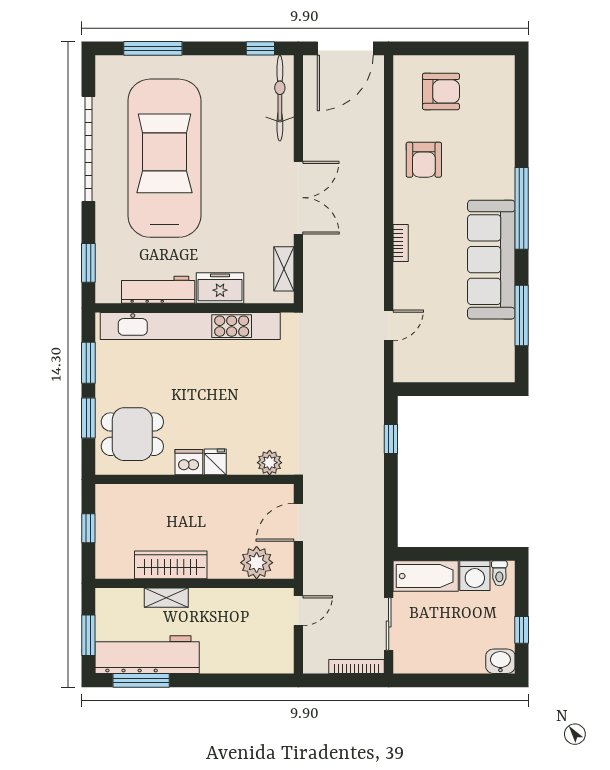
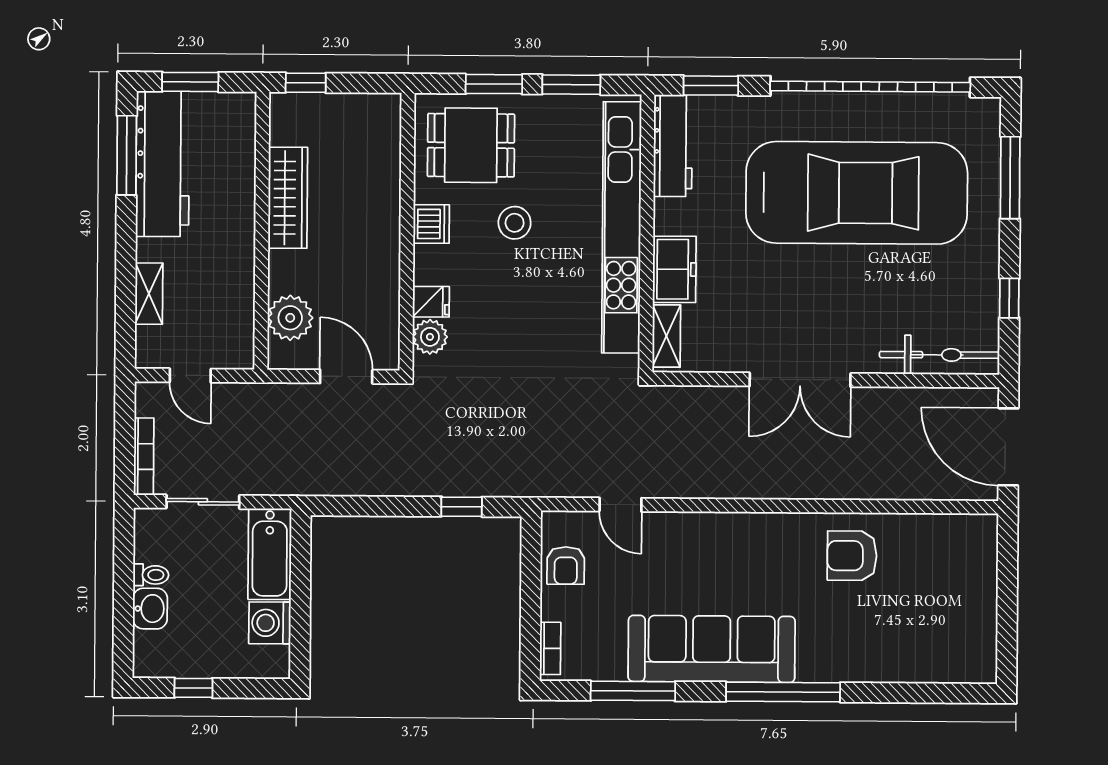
window: (260, 48) -> (1009, 298), moved
armchair: (441, 91) -> (566, 566), moved, width x0.72, depth x0.72
garage door: (88, 149) -> (870, 87), width x1.36
bookcase: (401, 243) -> (550, 648), moved, turned -90
shelving: (284, 269) -> (666, 336), moved, turned 90
workbench: (158, 290) -> (673, 146), moved
stool: (188, 403) -> (515, 223), added
dining table: (132, 434) -> (471, 145), turned 90
fridge: (215, 462) -> (431, 302), moved
window: (88, 528) -> (306, 83), moved
toilet: (499, 573) -> (151, 575), moved, turned 180
shelving: (166, 598) -> (149, 294), moved
door: (298, 611) -> (190, 375), moved
washbasin: (500, 661) -> (150, 609), moved

